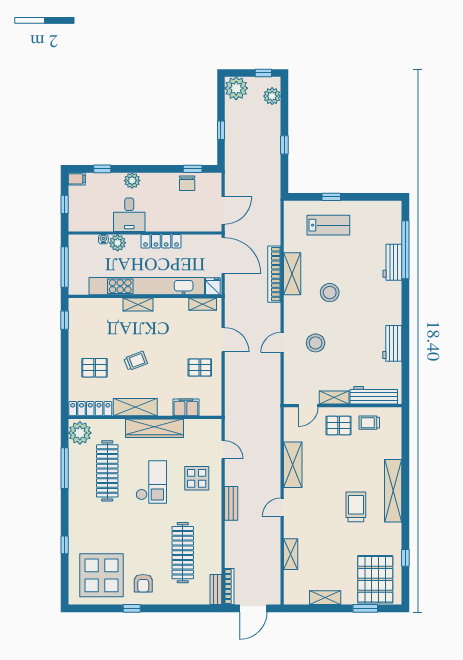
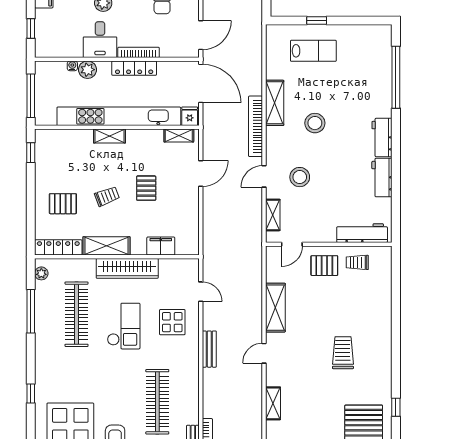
bookcase: (165, 227) -> (139, 52), added
workbench: (392, 262) -> (382, 137), moved
bookcase: (274, 274) -> (255, 126), moved
door: (223, 340) -> (201, 174), hinge flipped
pallet: (200, 367) -> (146, 188), moved, turned 90
shelving: (334, 397) -> (273, 215), moved, turned 90
plant: (80, 433) -> (41, 273), width x0.53, depth x0.53
shelving: (393, 491) -> (383, 335), removed

